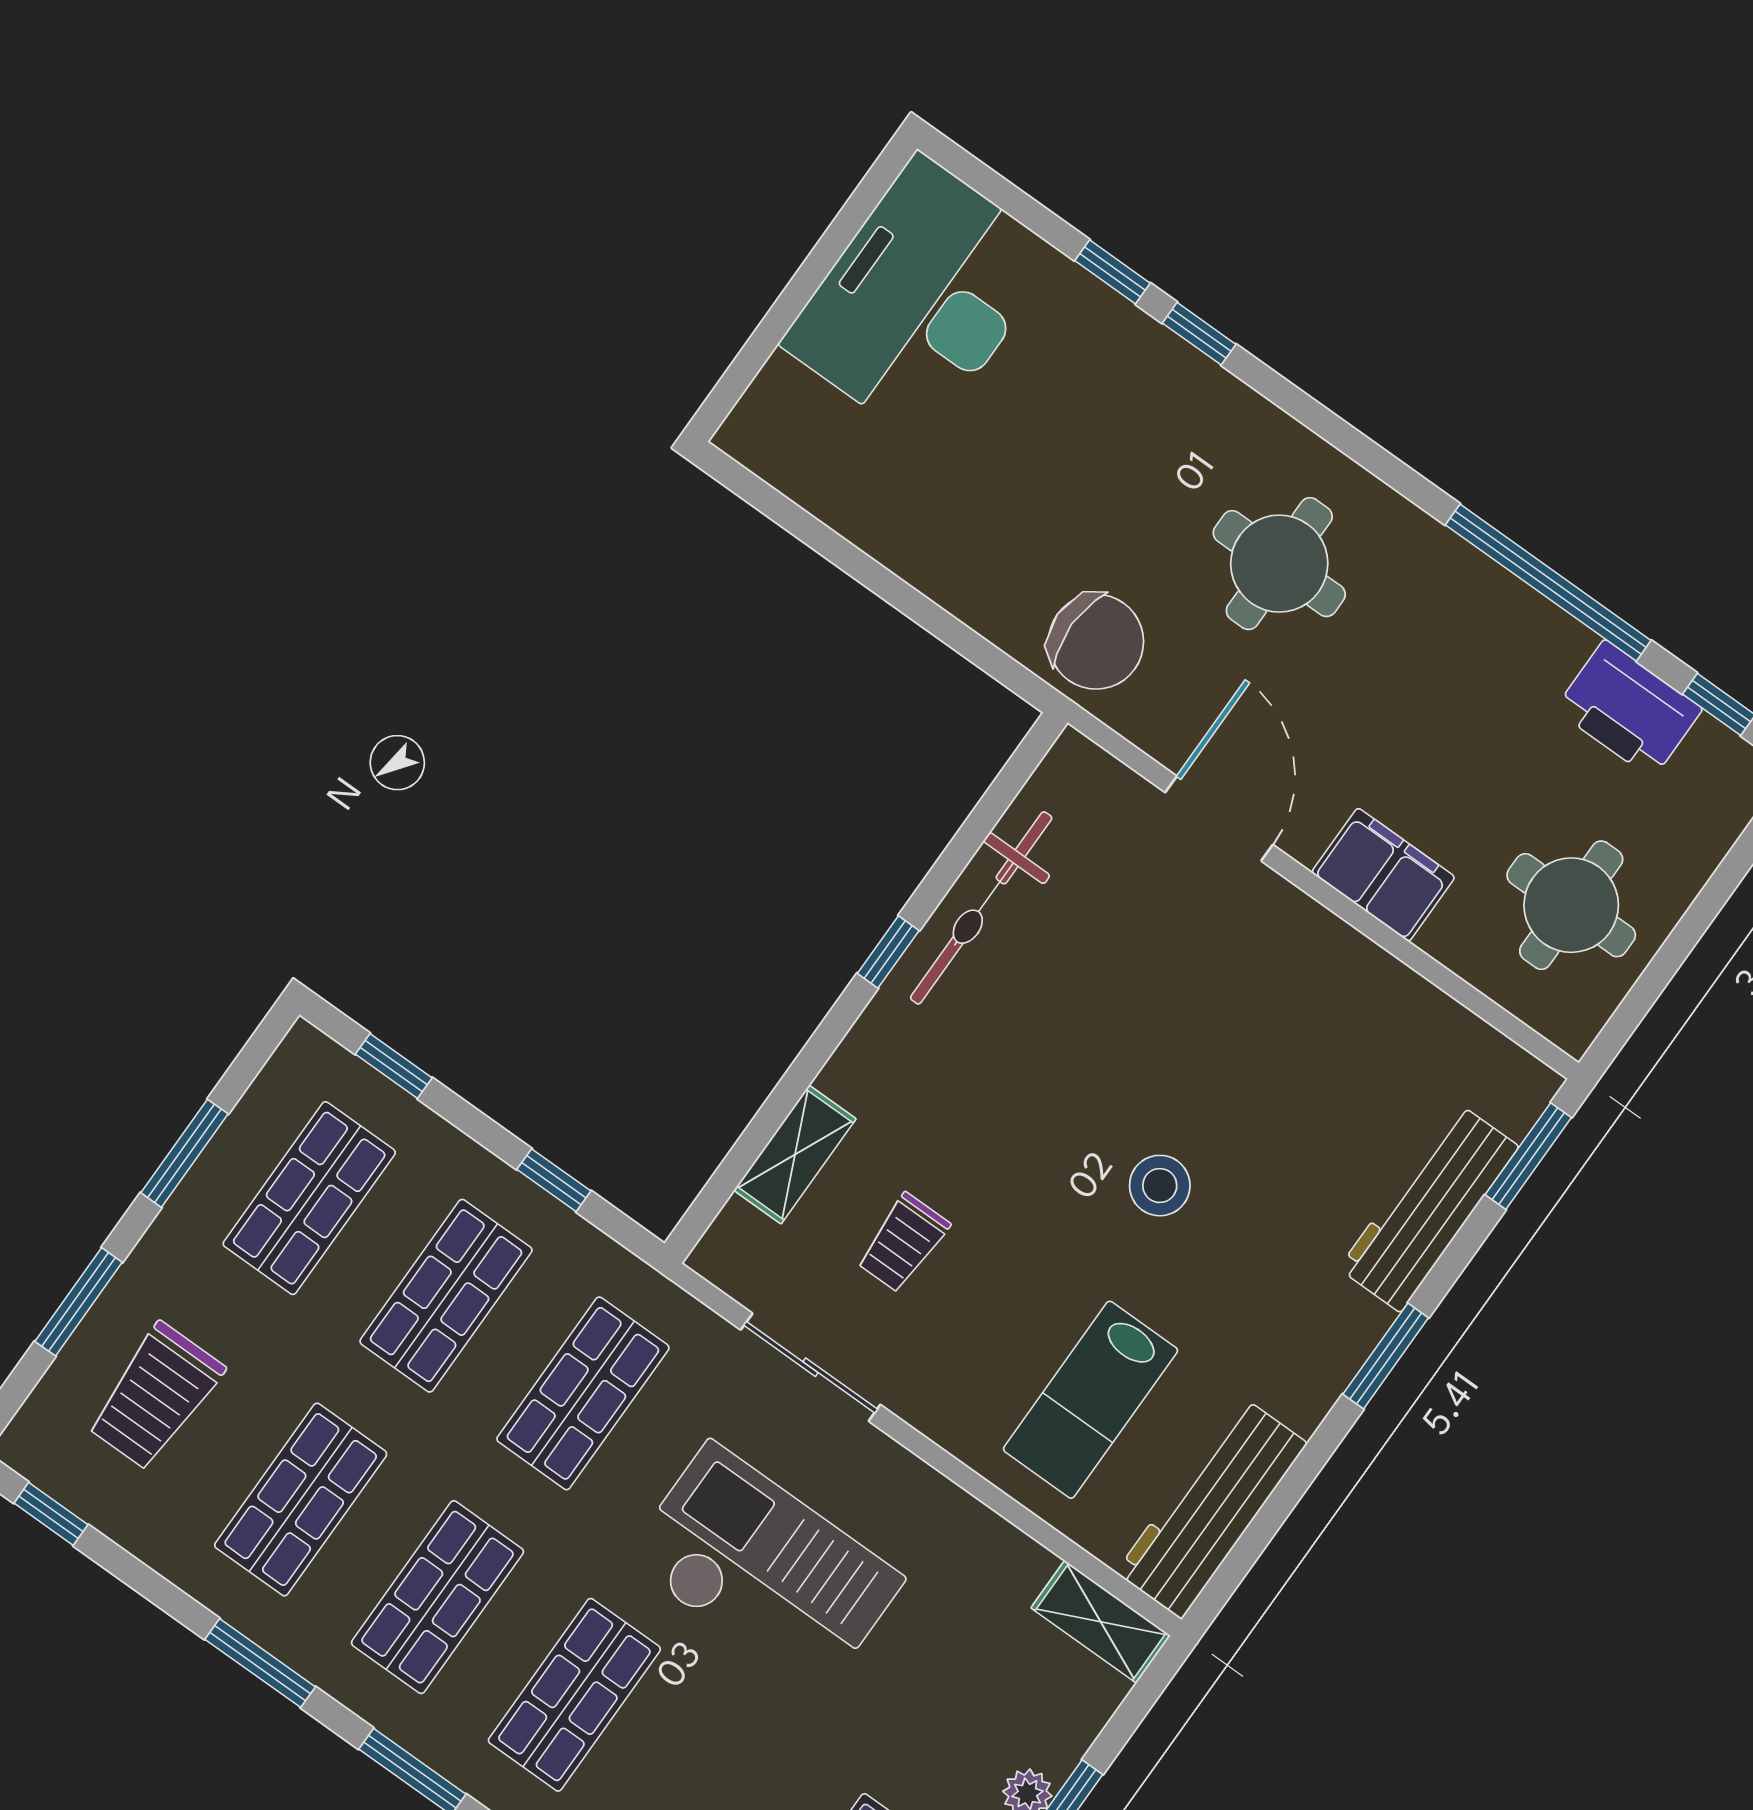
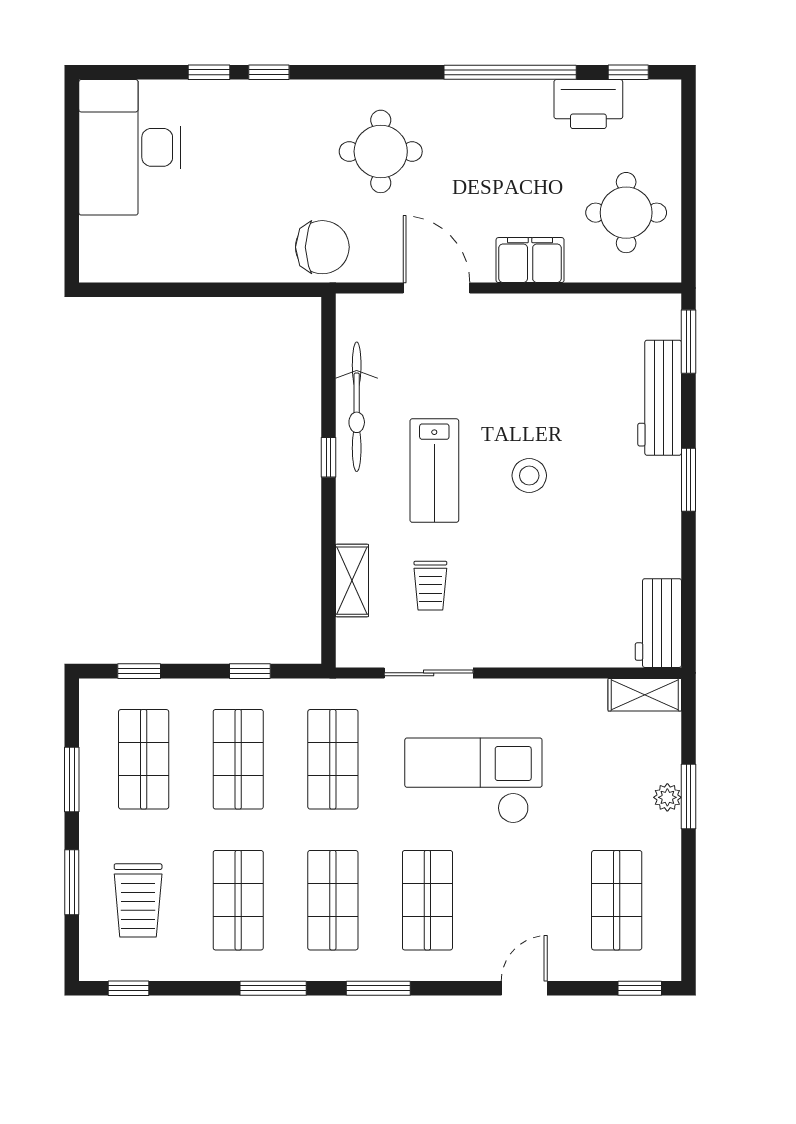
lab bench: (1090, 1400) -> (434, 471), moved
workbench: (1212, 1508) -> (658, 623), width x0.73

